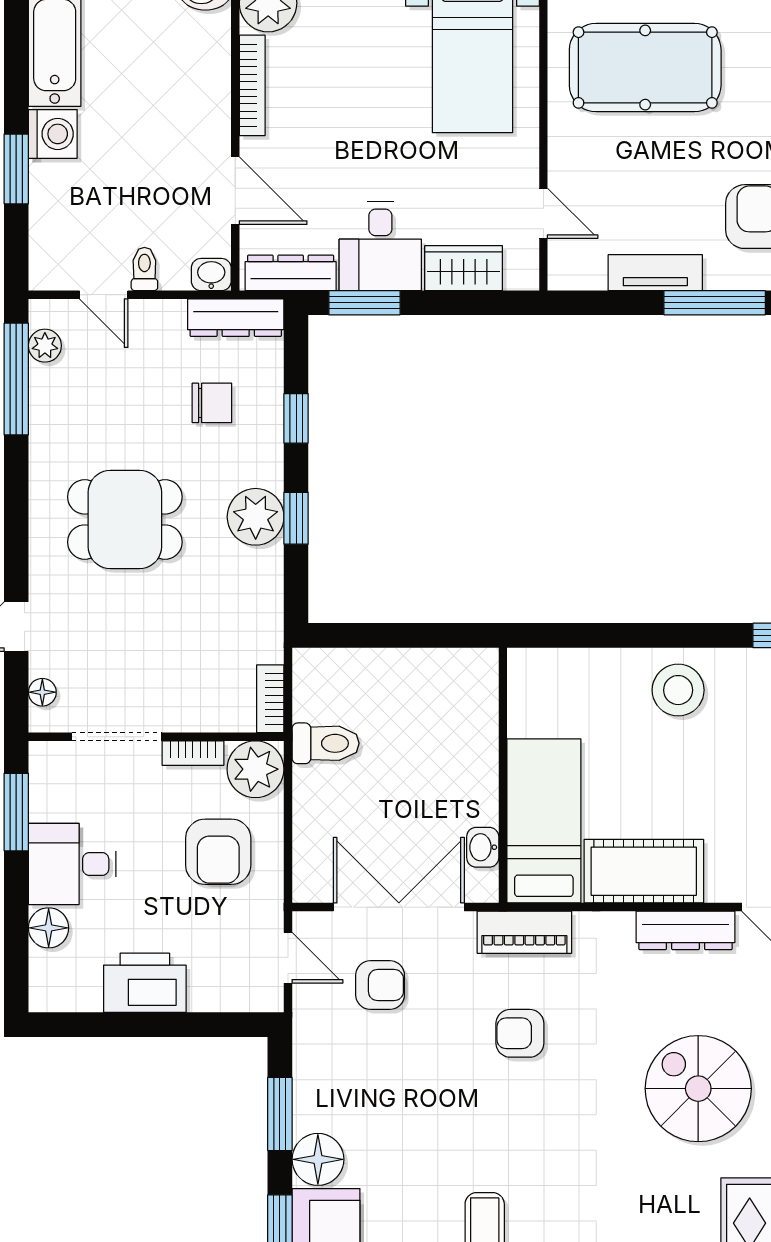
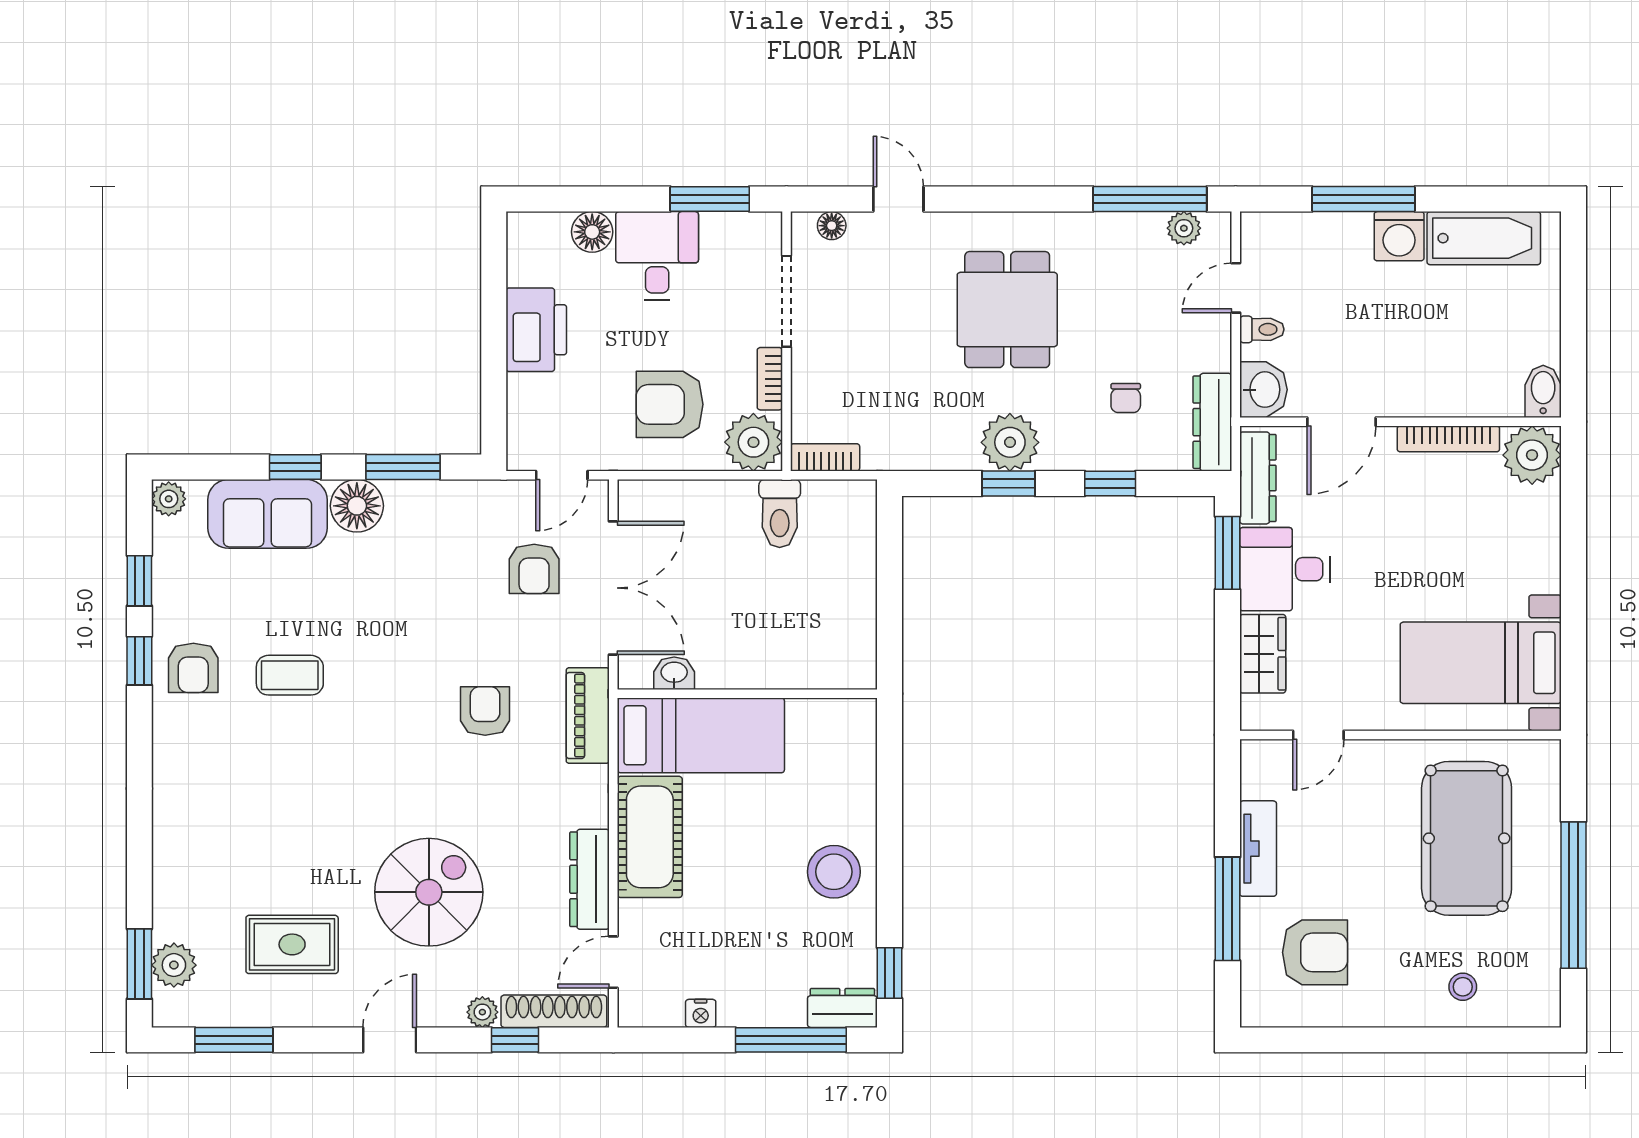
window: (16, 169) -> (1363, 199), width x1.44
washbasin: (211, 275) -> (1263, 390), width x1.38, depth x1.45
chair: (212, 403) -> (1126, 398), width x0.73, depth x0.73

